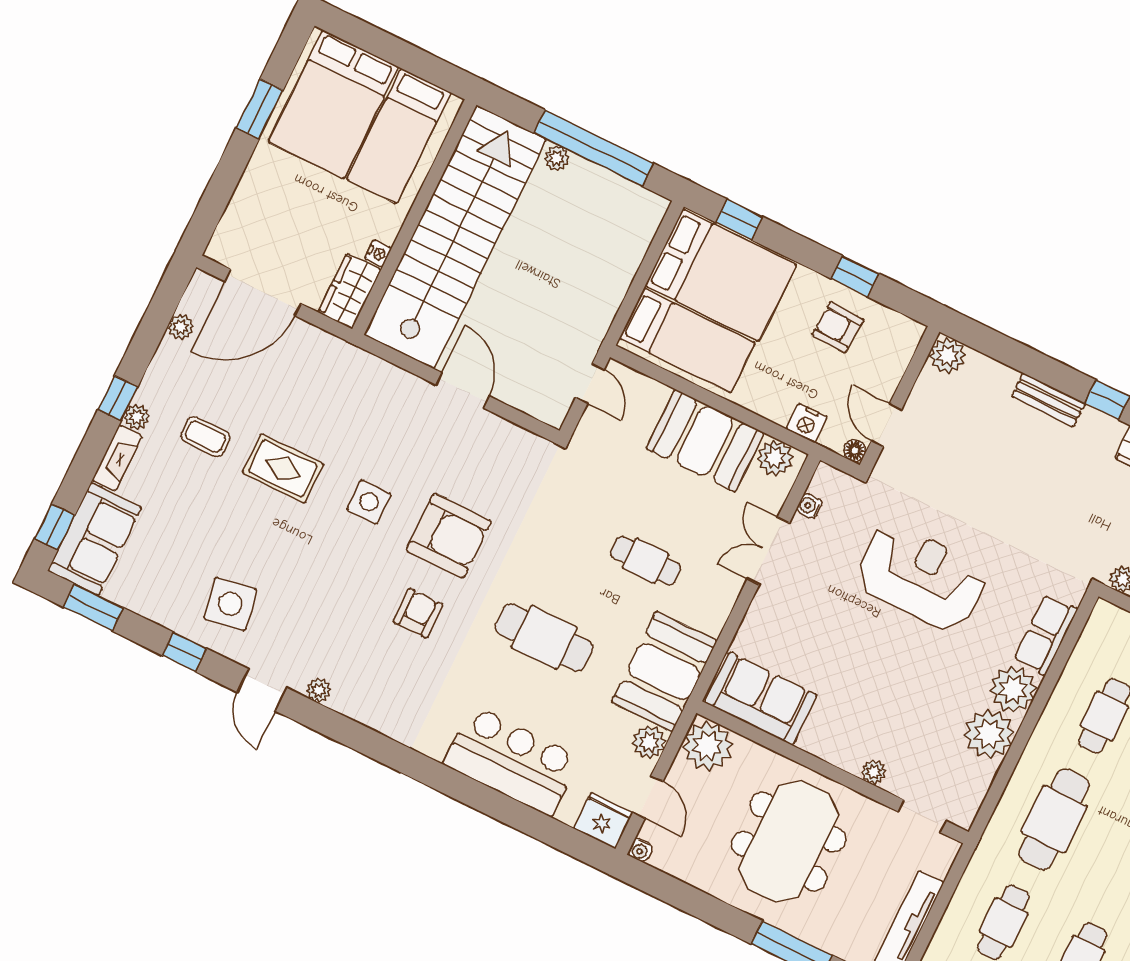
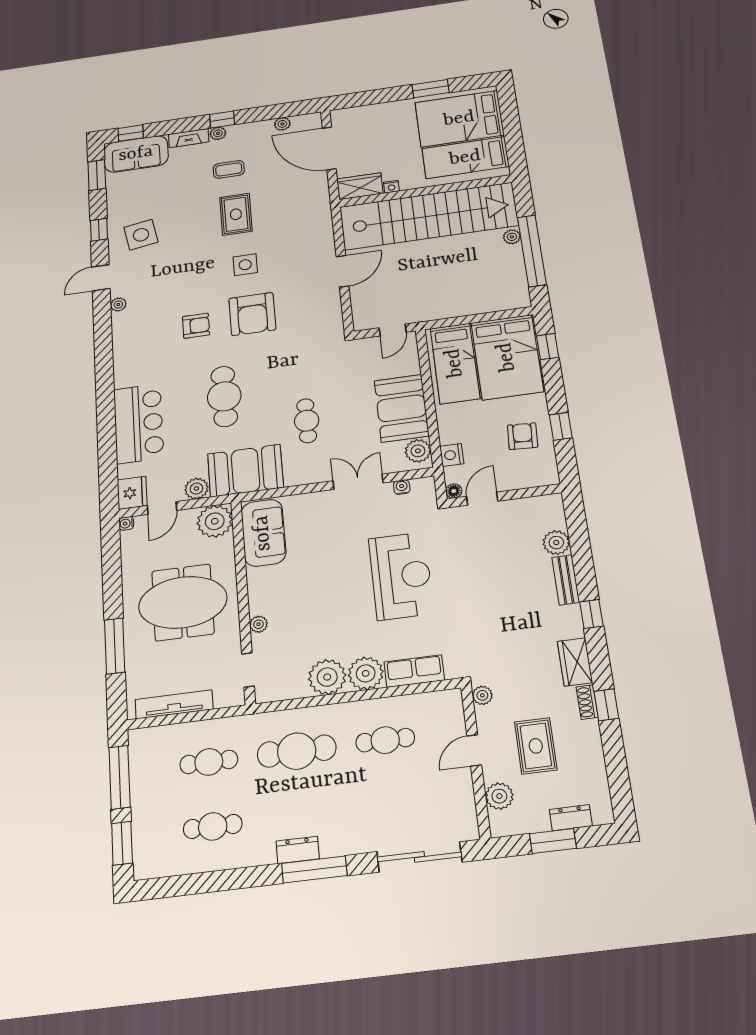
plant: (948, 356) -> (556, 543), moved
coffee table: (205, 437) -> (229, 169), turned 90

